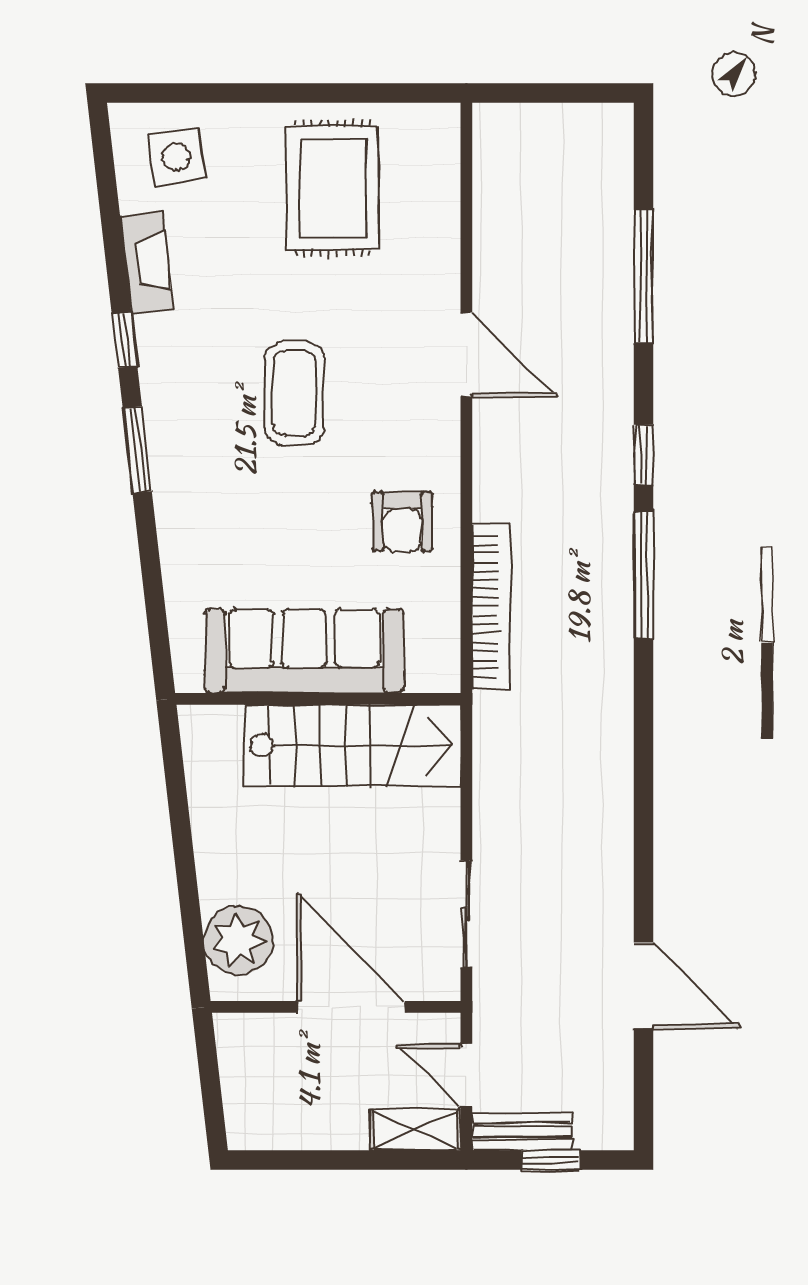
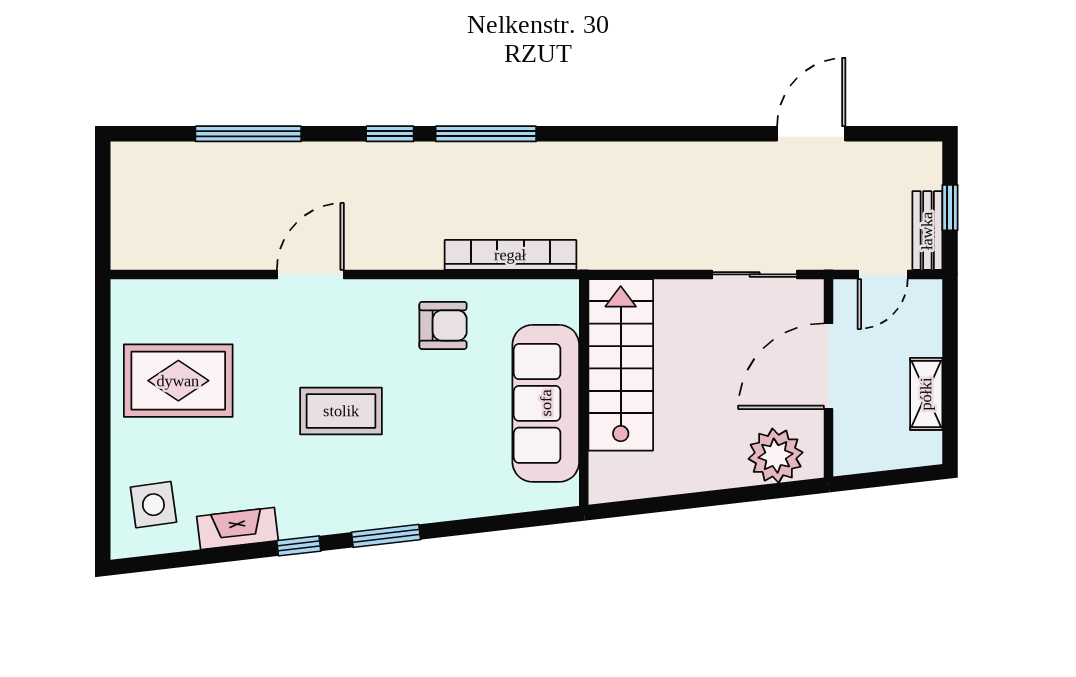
shelving: (415, 1130) -> (926, 394), moved

